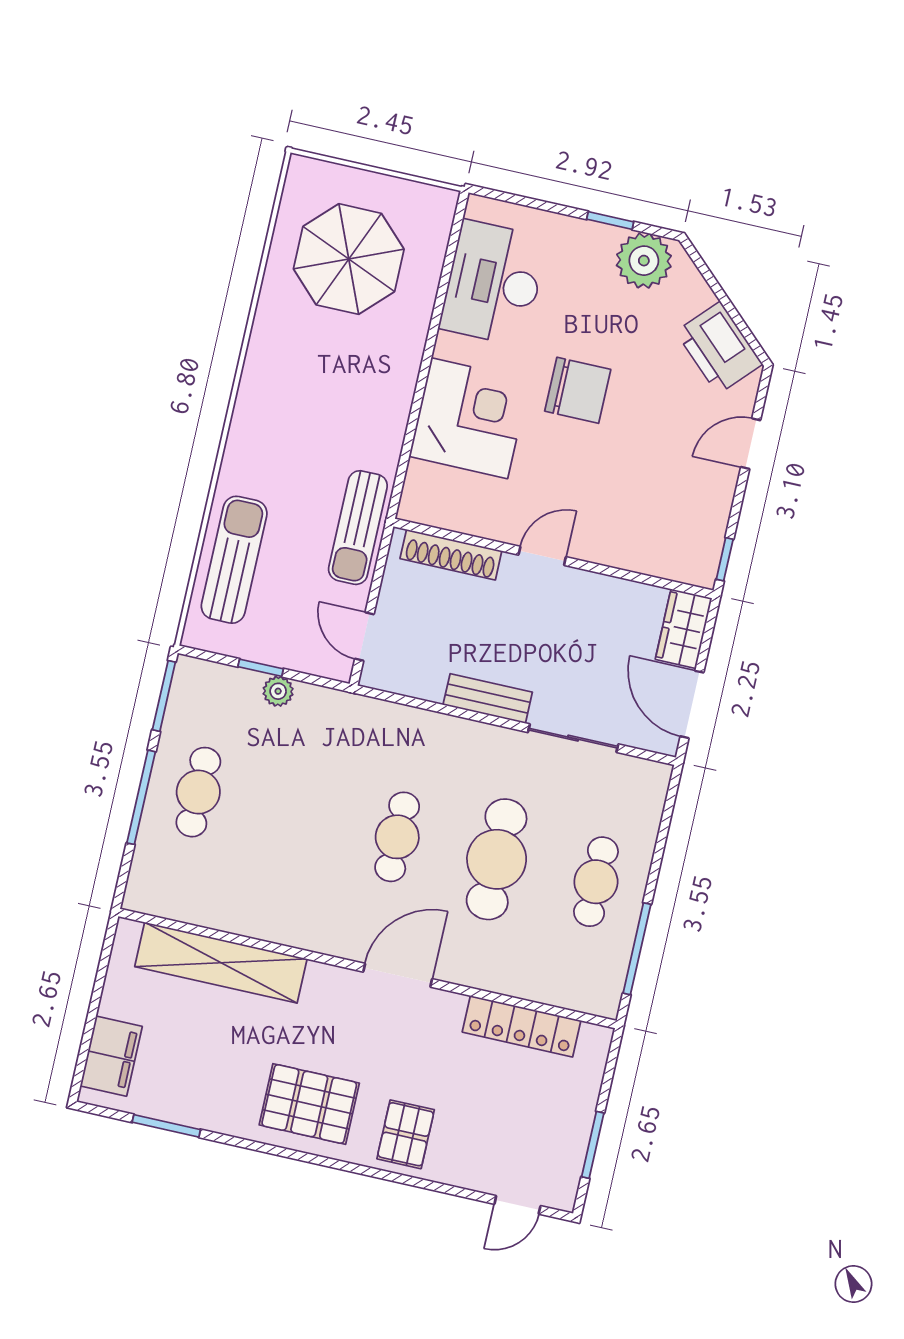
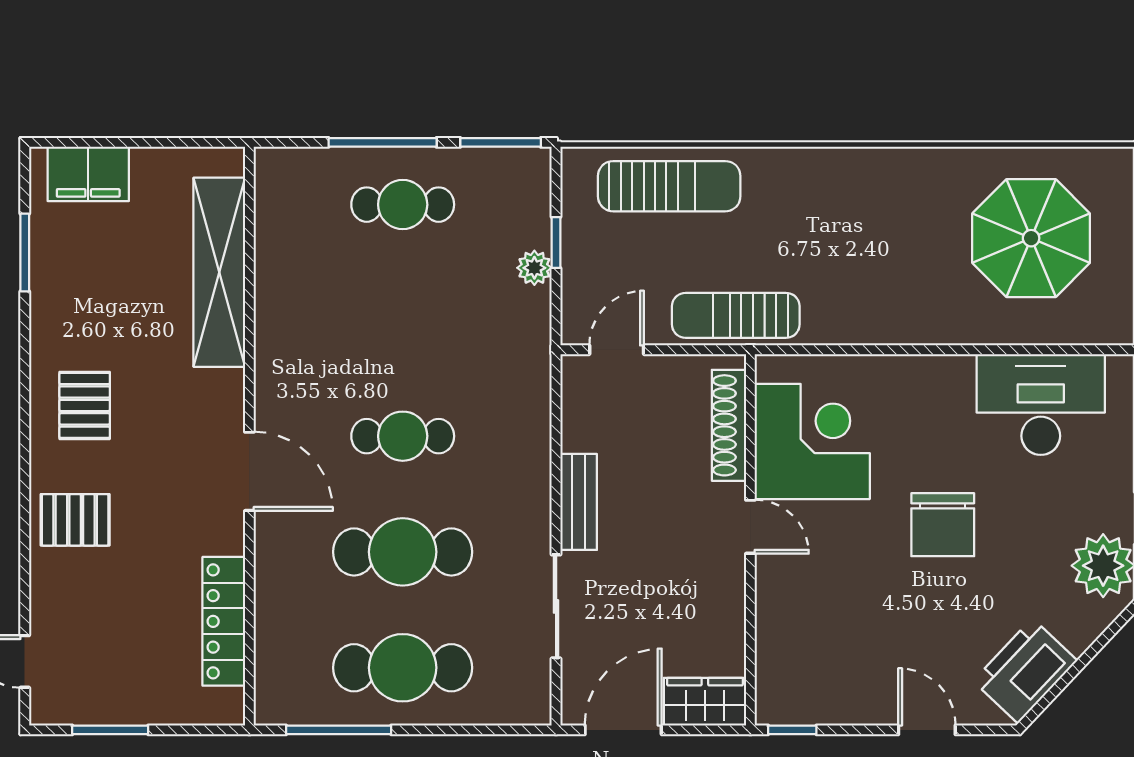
corner desk: (469, 418) -> (812, 442), moved, turned -90
cafe table: (596, 882) -> (403, 668), width x1.37, depth x1.35
pallet: (309, 1104) -> (85, 405), width x0.67, depth x0.71

